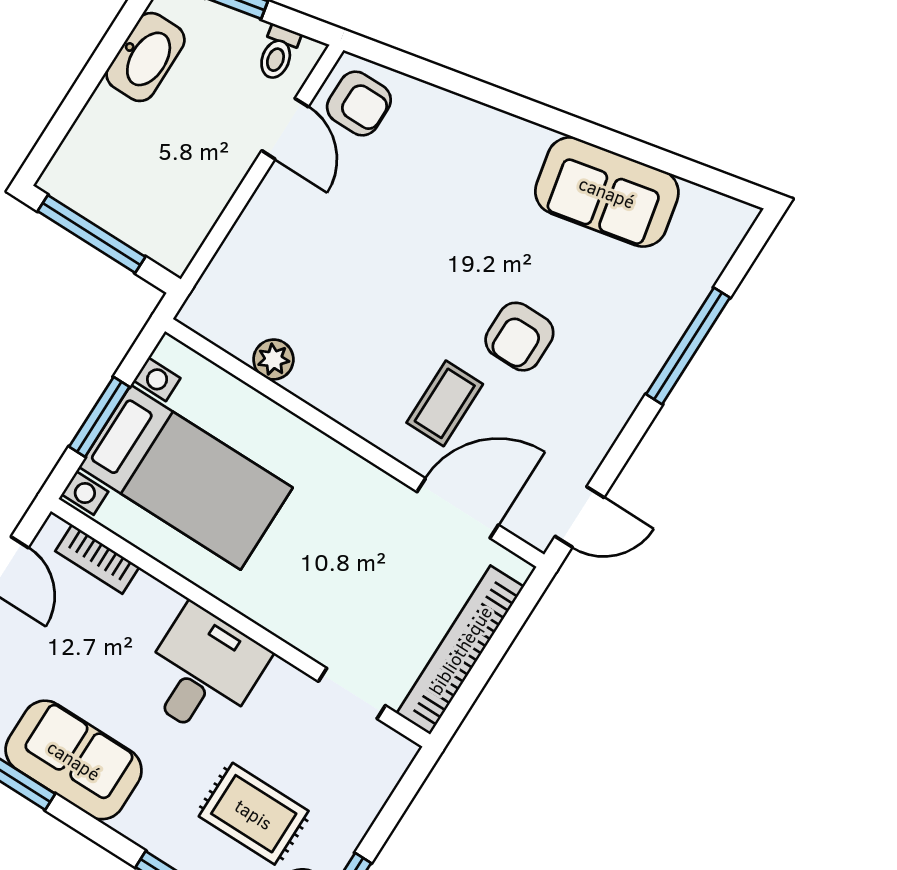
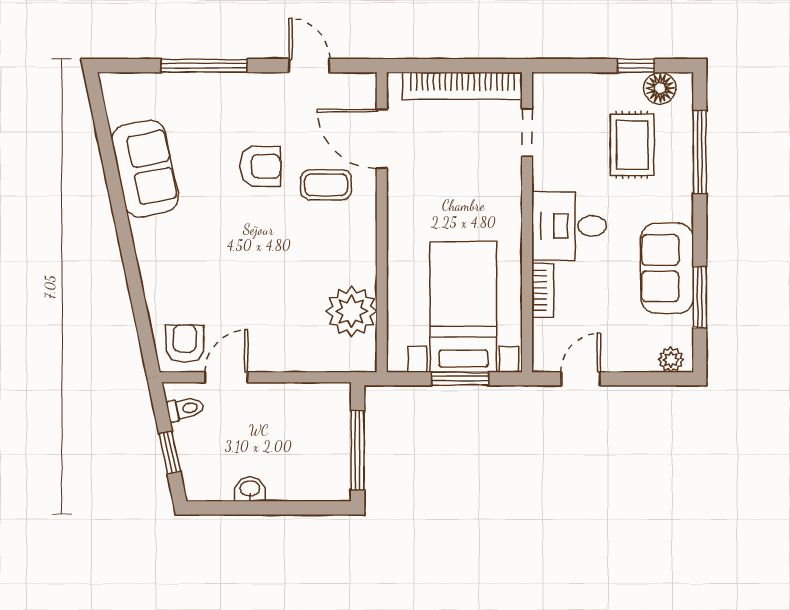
washbasin: (145, 57) -> (250, 489), width x0.52, depth x0.69
plant: (273, 359) -> (351, 311), width x1.88, depth x1.88
door: (579, 517) -> (309, 66), moved
bookcase: (97, 559) -> (543, 290), moved

